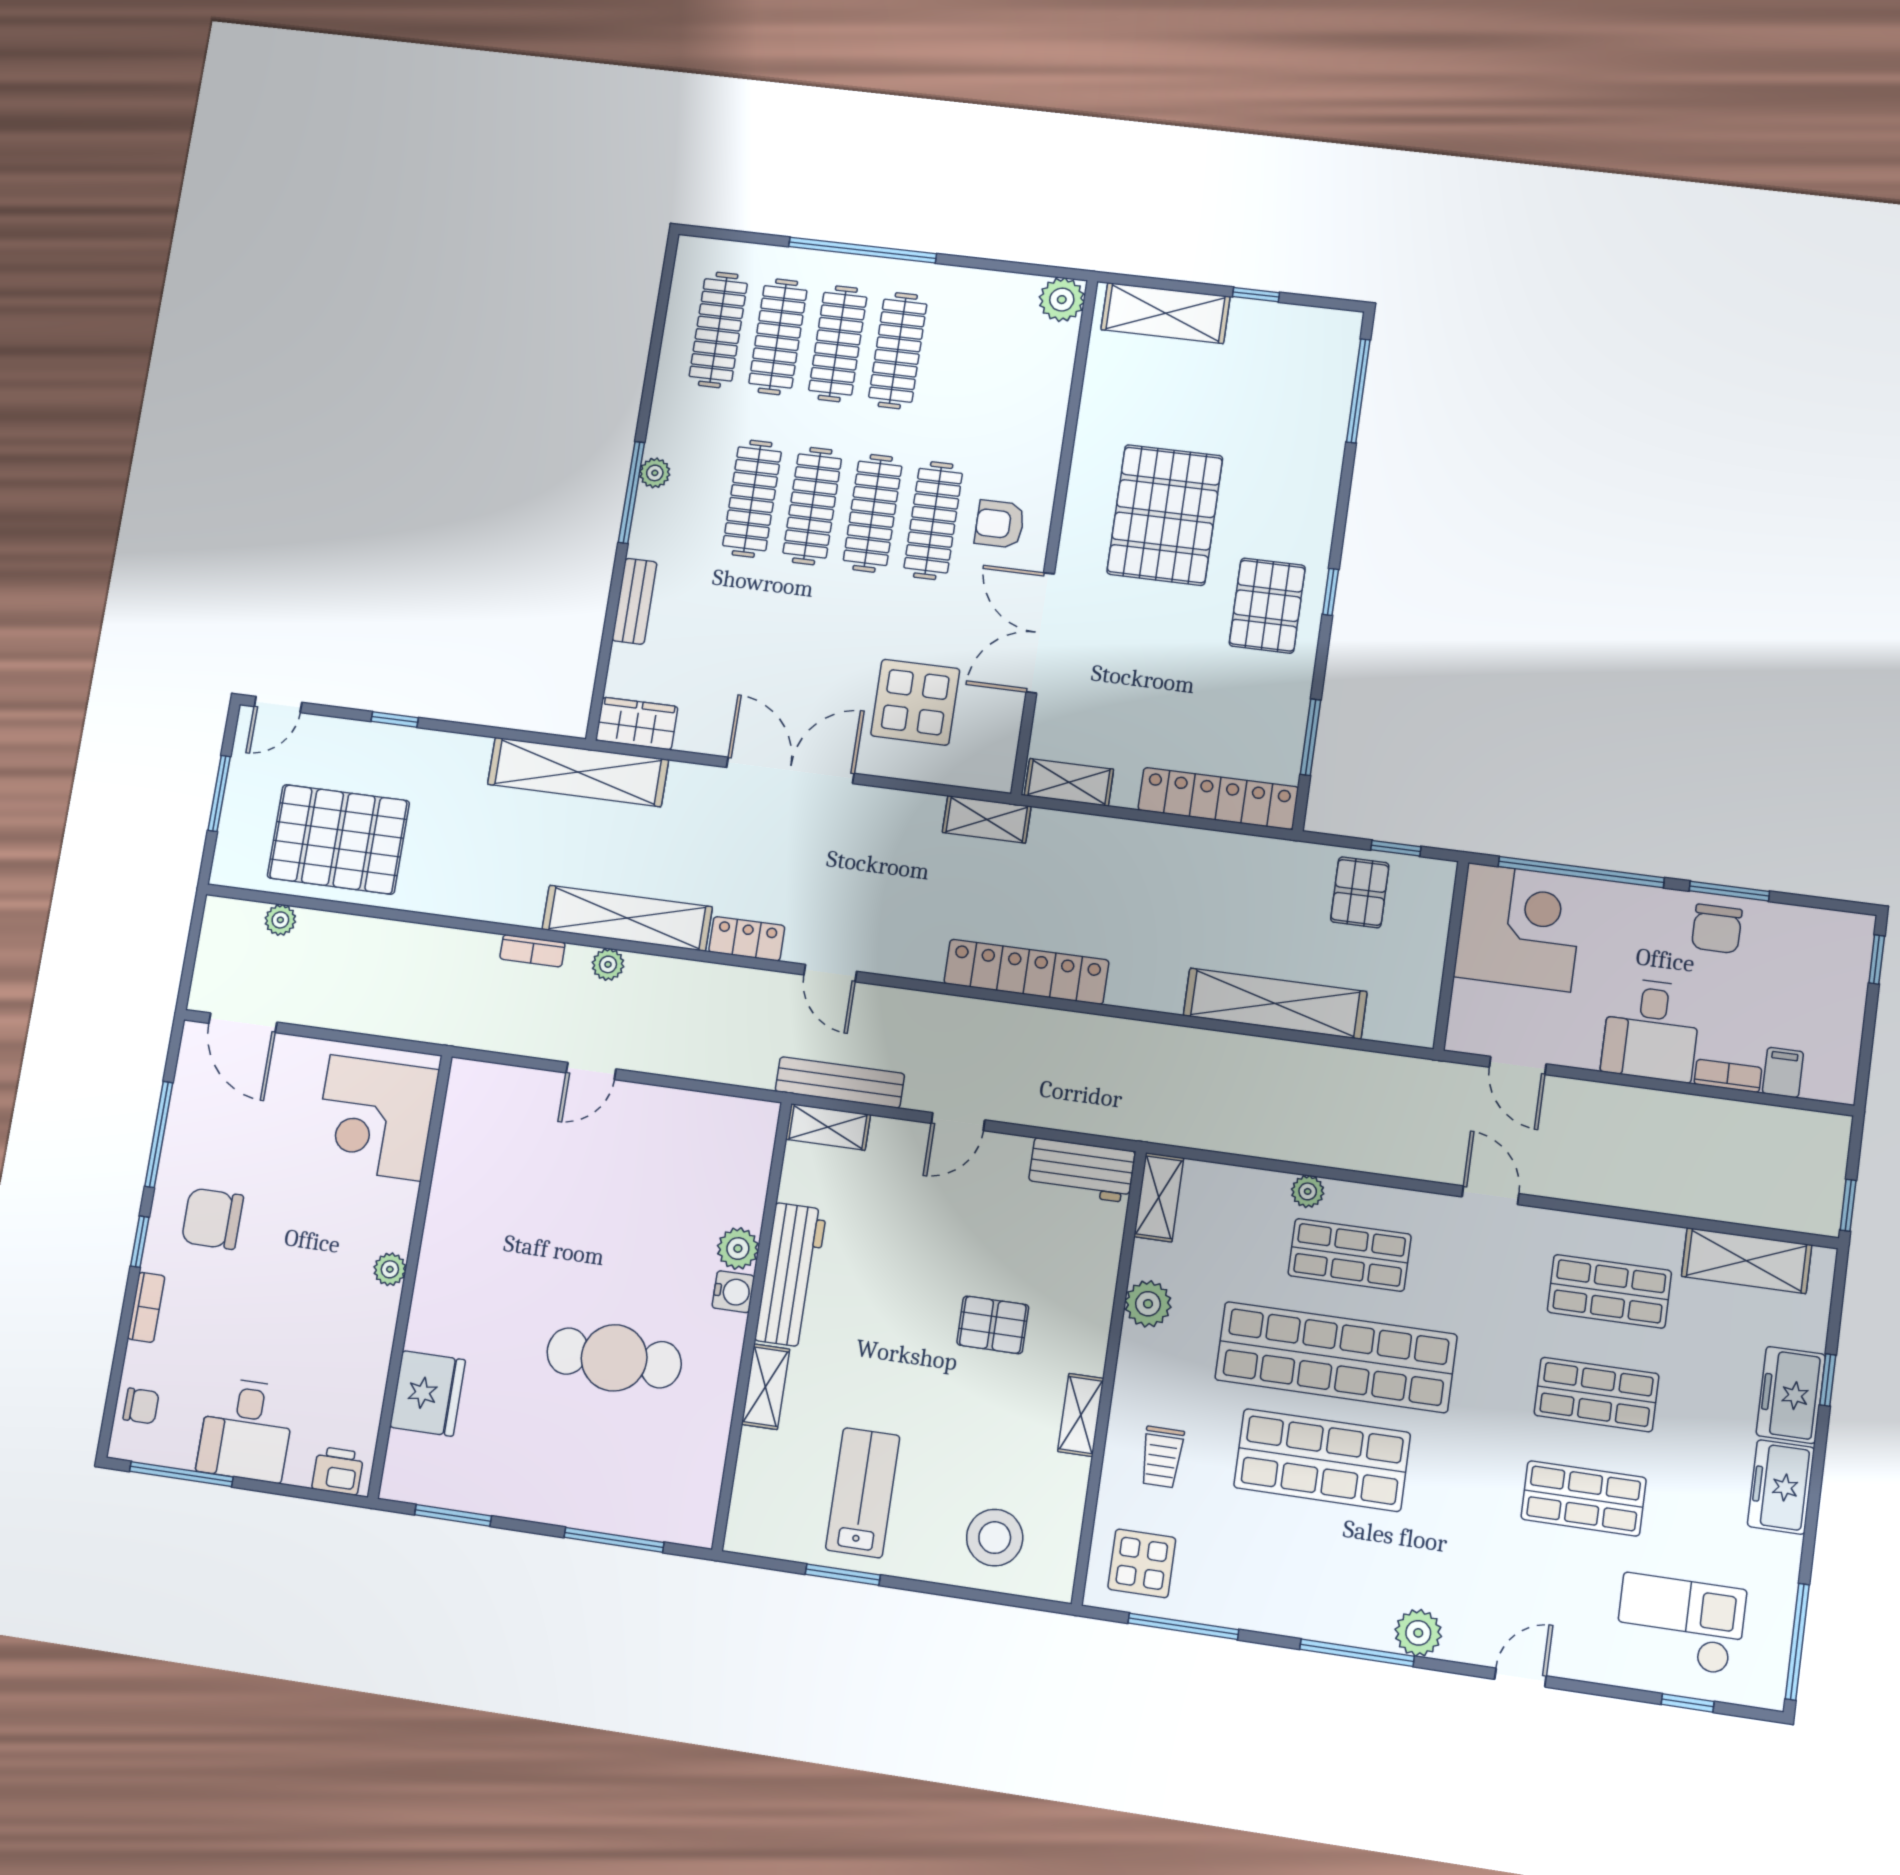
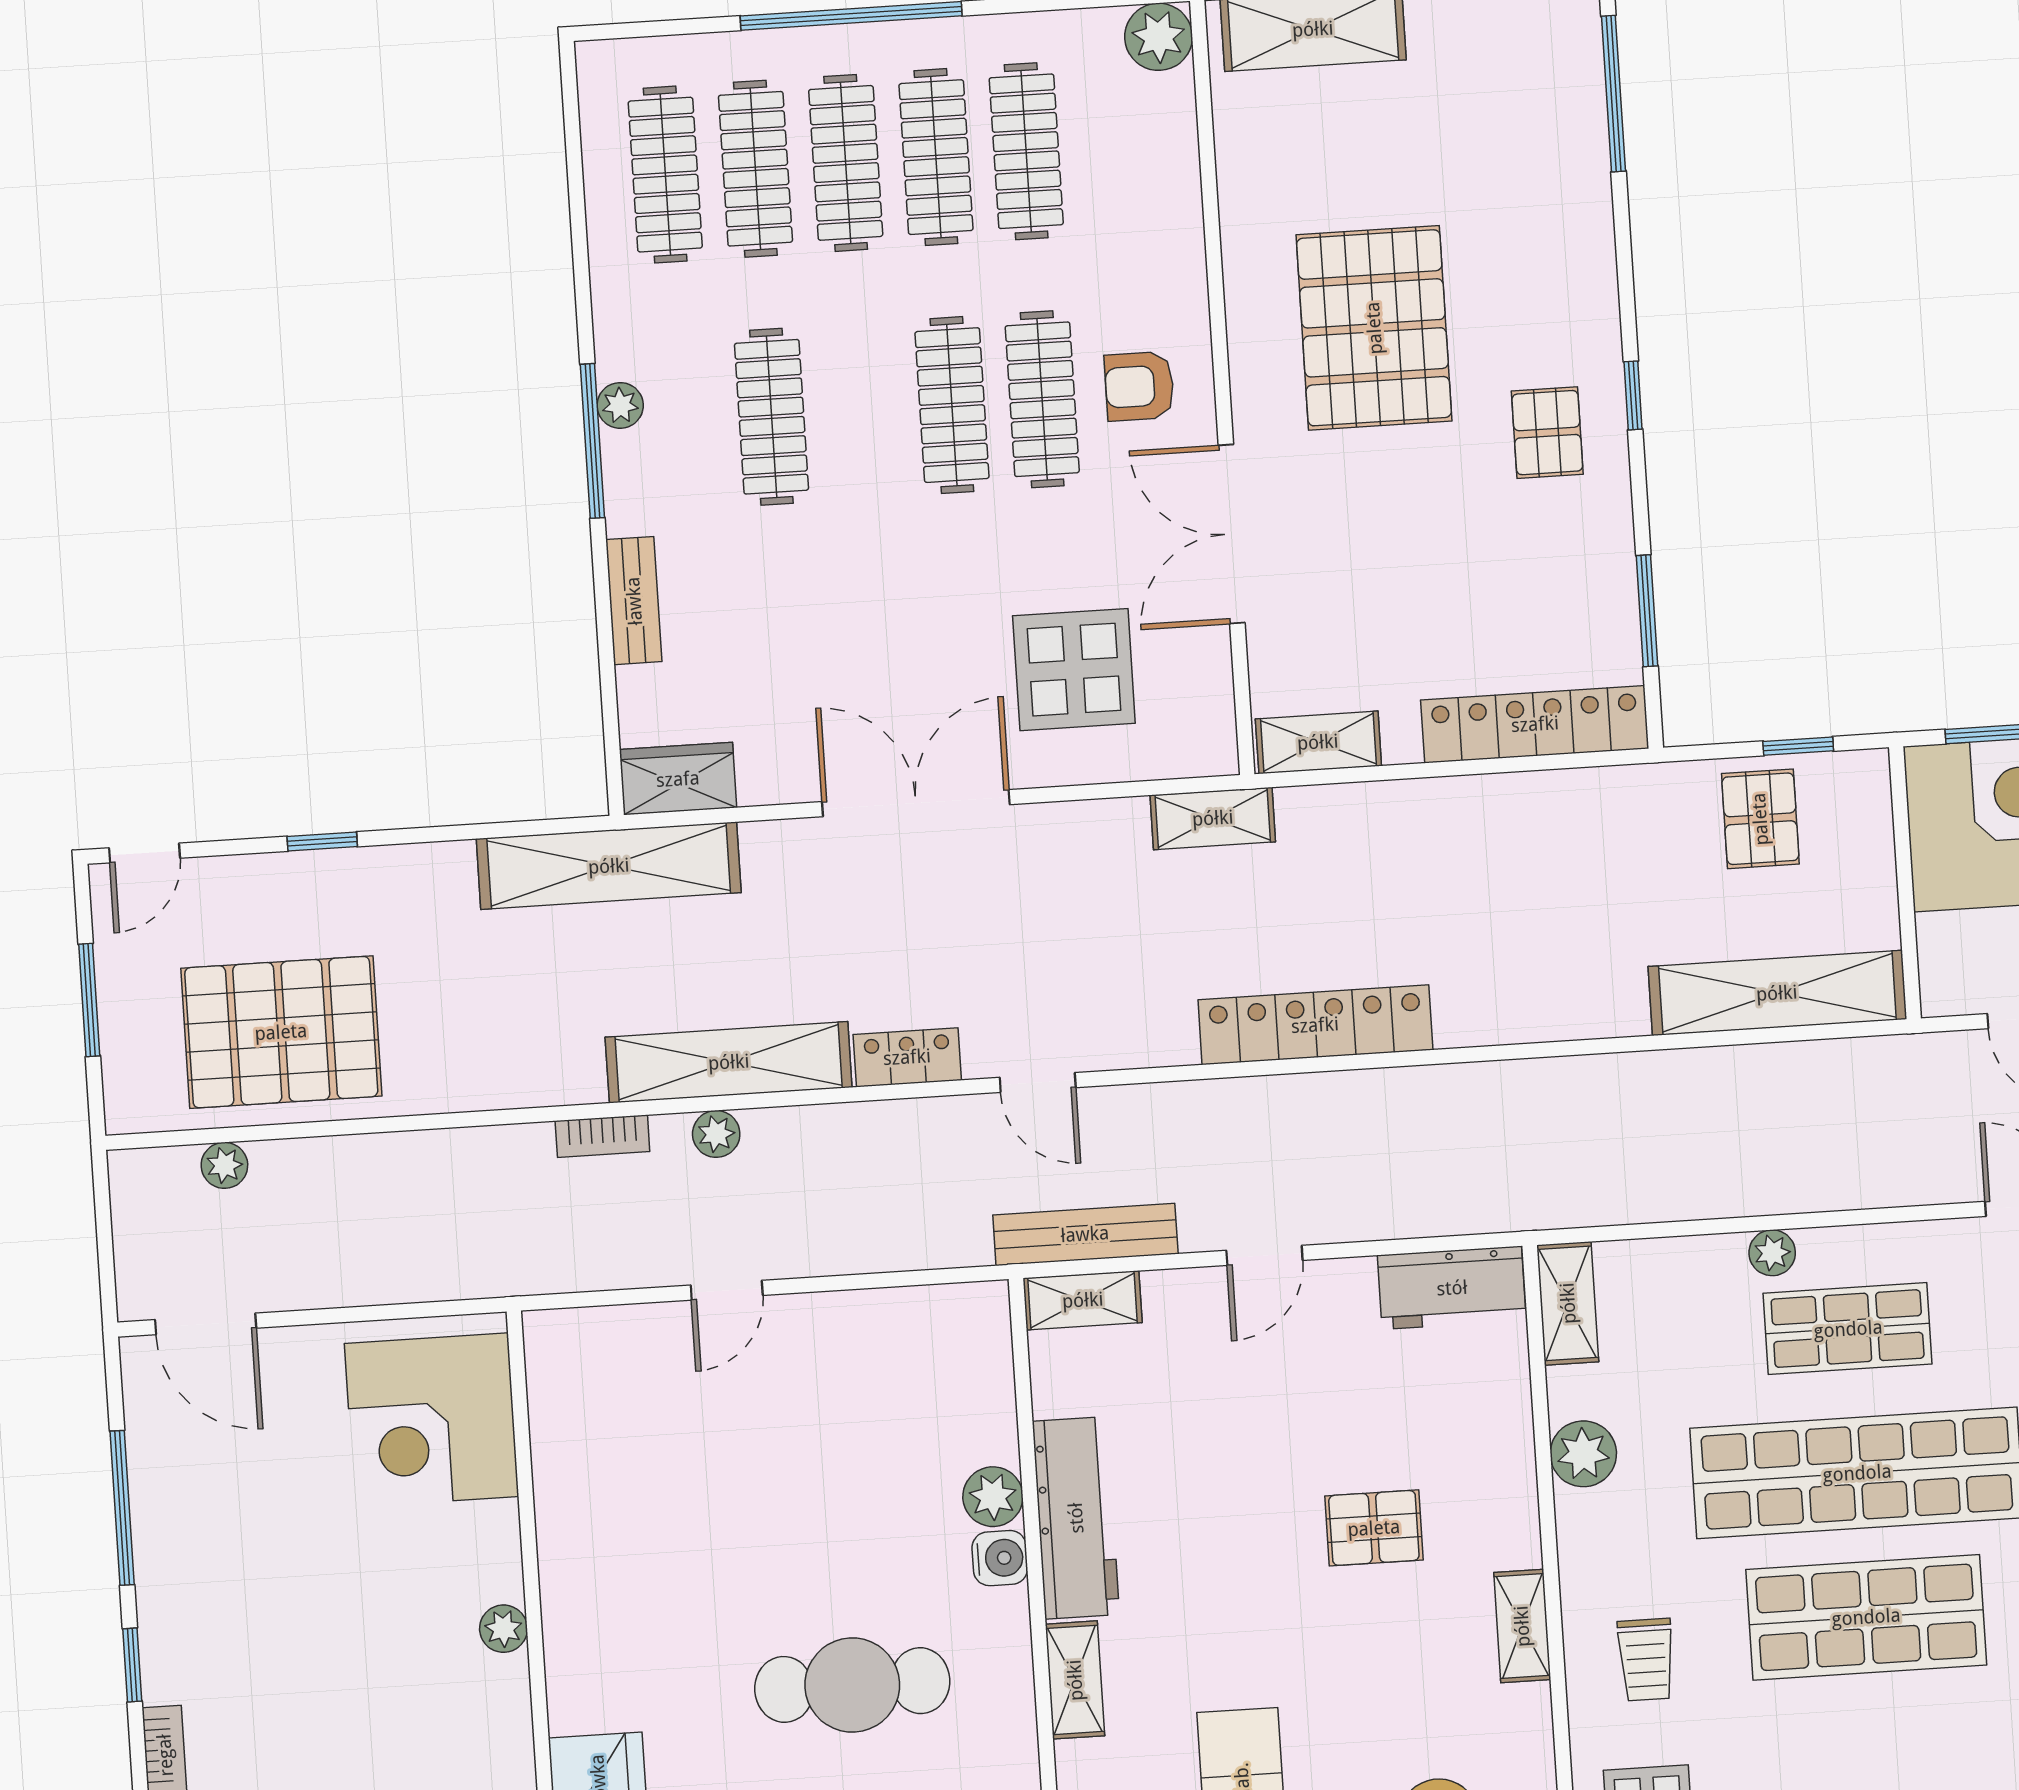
clothes rail: (812, 506) -> (1026, 151), moved
pallet: (1267, 606) -> (1547, 433), width x0.67, depth x0.71
shelving: (1275, 1004) -> (1777, 993), moved
chair: (212, 1219) -> (230, 1611), removed

